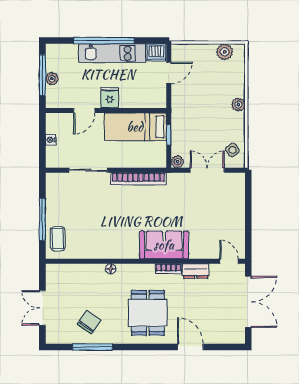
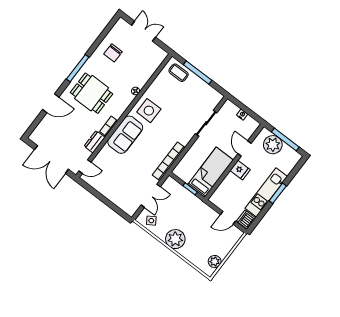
window: (104, 41) -> (278, 193), width x0.47
door: (169, 73) -> (228, 218), hinge flipped
plant: (52, 79) -> (273, 145), width x1.87, depth x1.87
plant: (238, 105) -> (175, 239), width x1.88, depth x1.88
plant: (177, 162) -> (170, 182), removed
bookcase: (138, 179) -> (169, 161), moved
side table: (120, 240) -> (149, 111), added
chair: (89, 322) -> (113, 53), turned 55
window: (92, 347) -> (78, 68), moved

